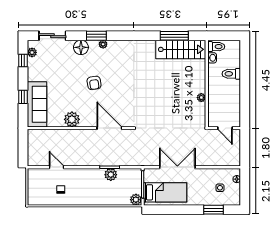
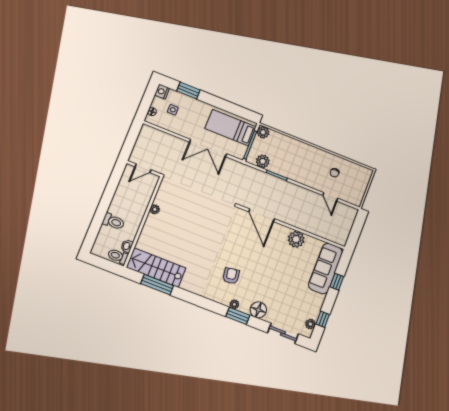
armchair: (94, 83) -> (231, 276), moved
door: (225, 128) -> (143, 168), swing flipped
plant: (111, 175) -> (263, 161), moved
nightstand: (235, 200) -> (162, 92), added

